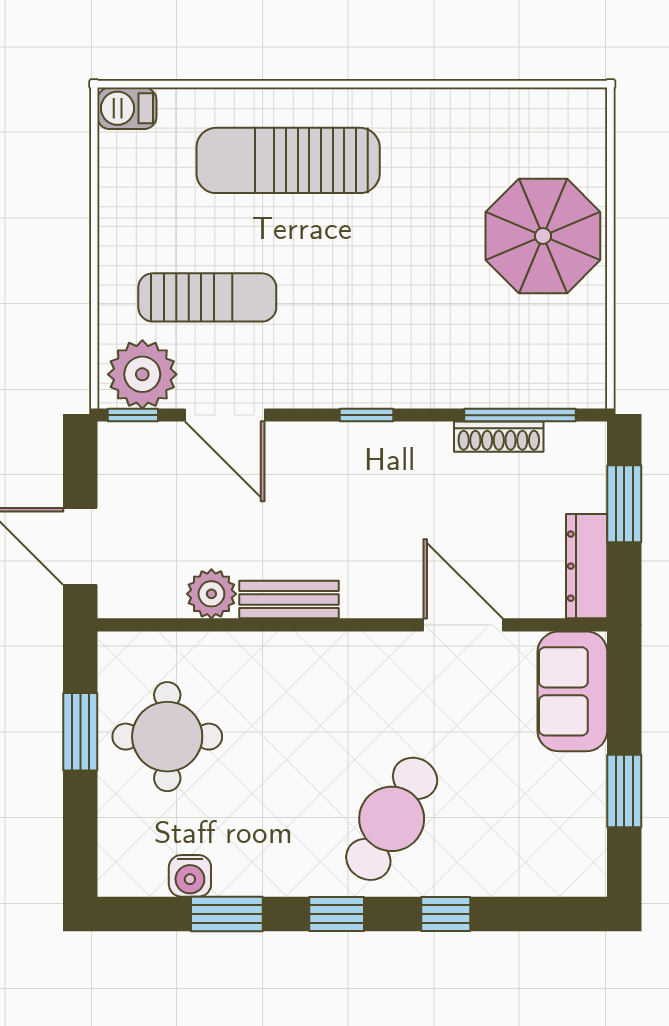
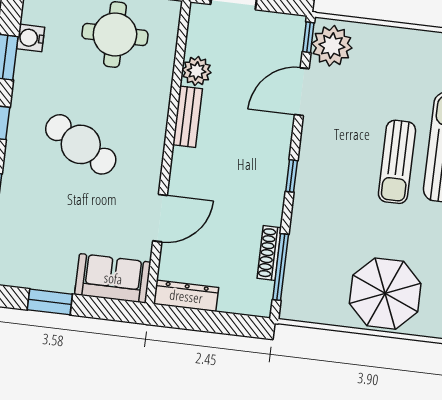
sun lounger: (207, 297) -> (397, 162), moved
window: (624, 504) -> (220, 323), removed
cafe table: (392, 819) -> (81, 144), moved

